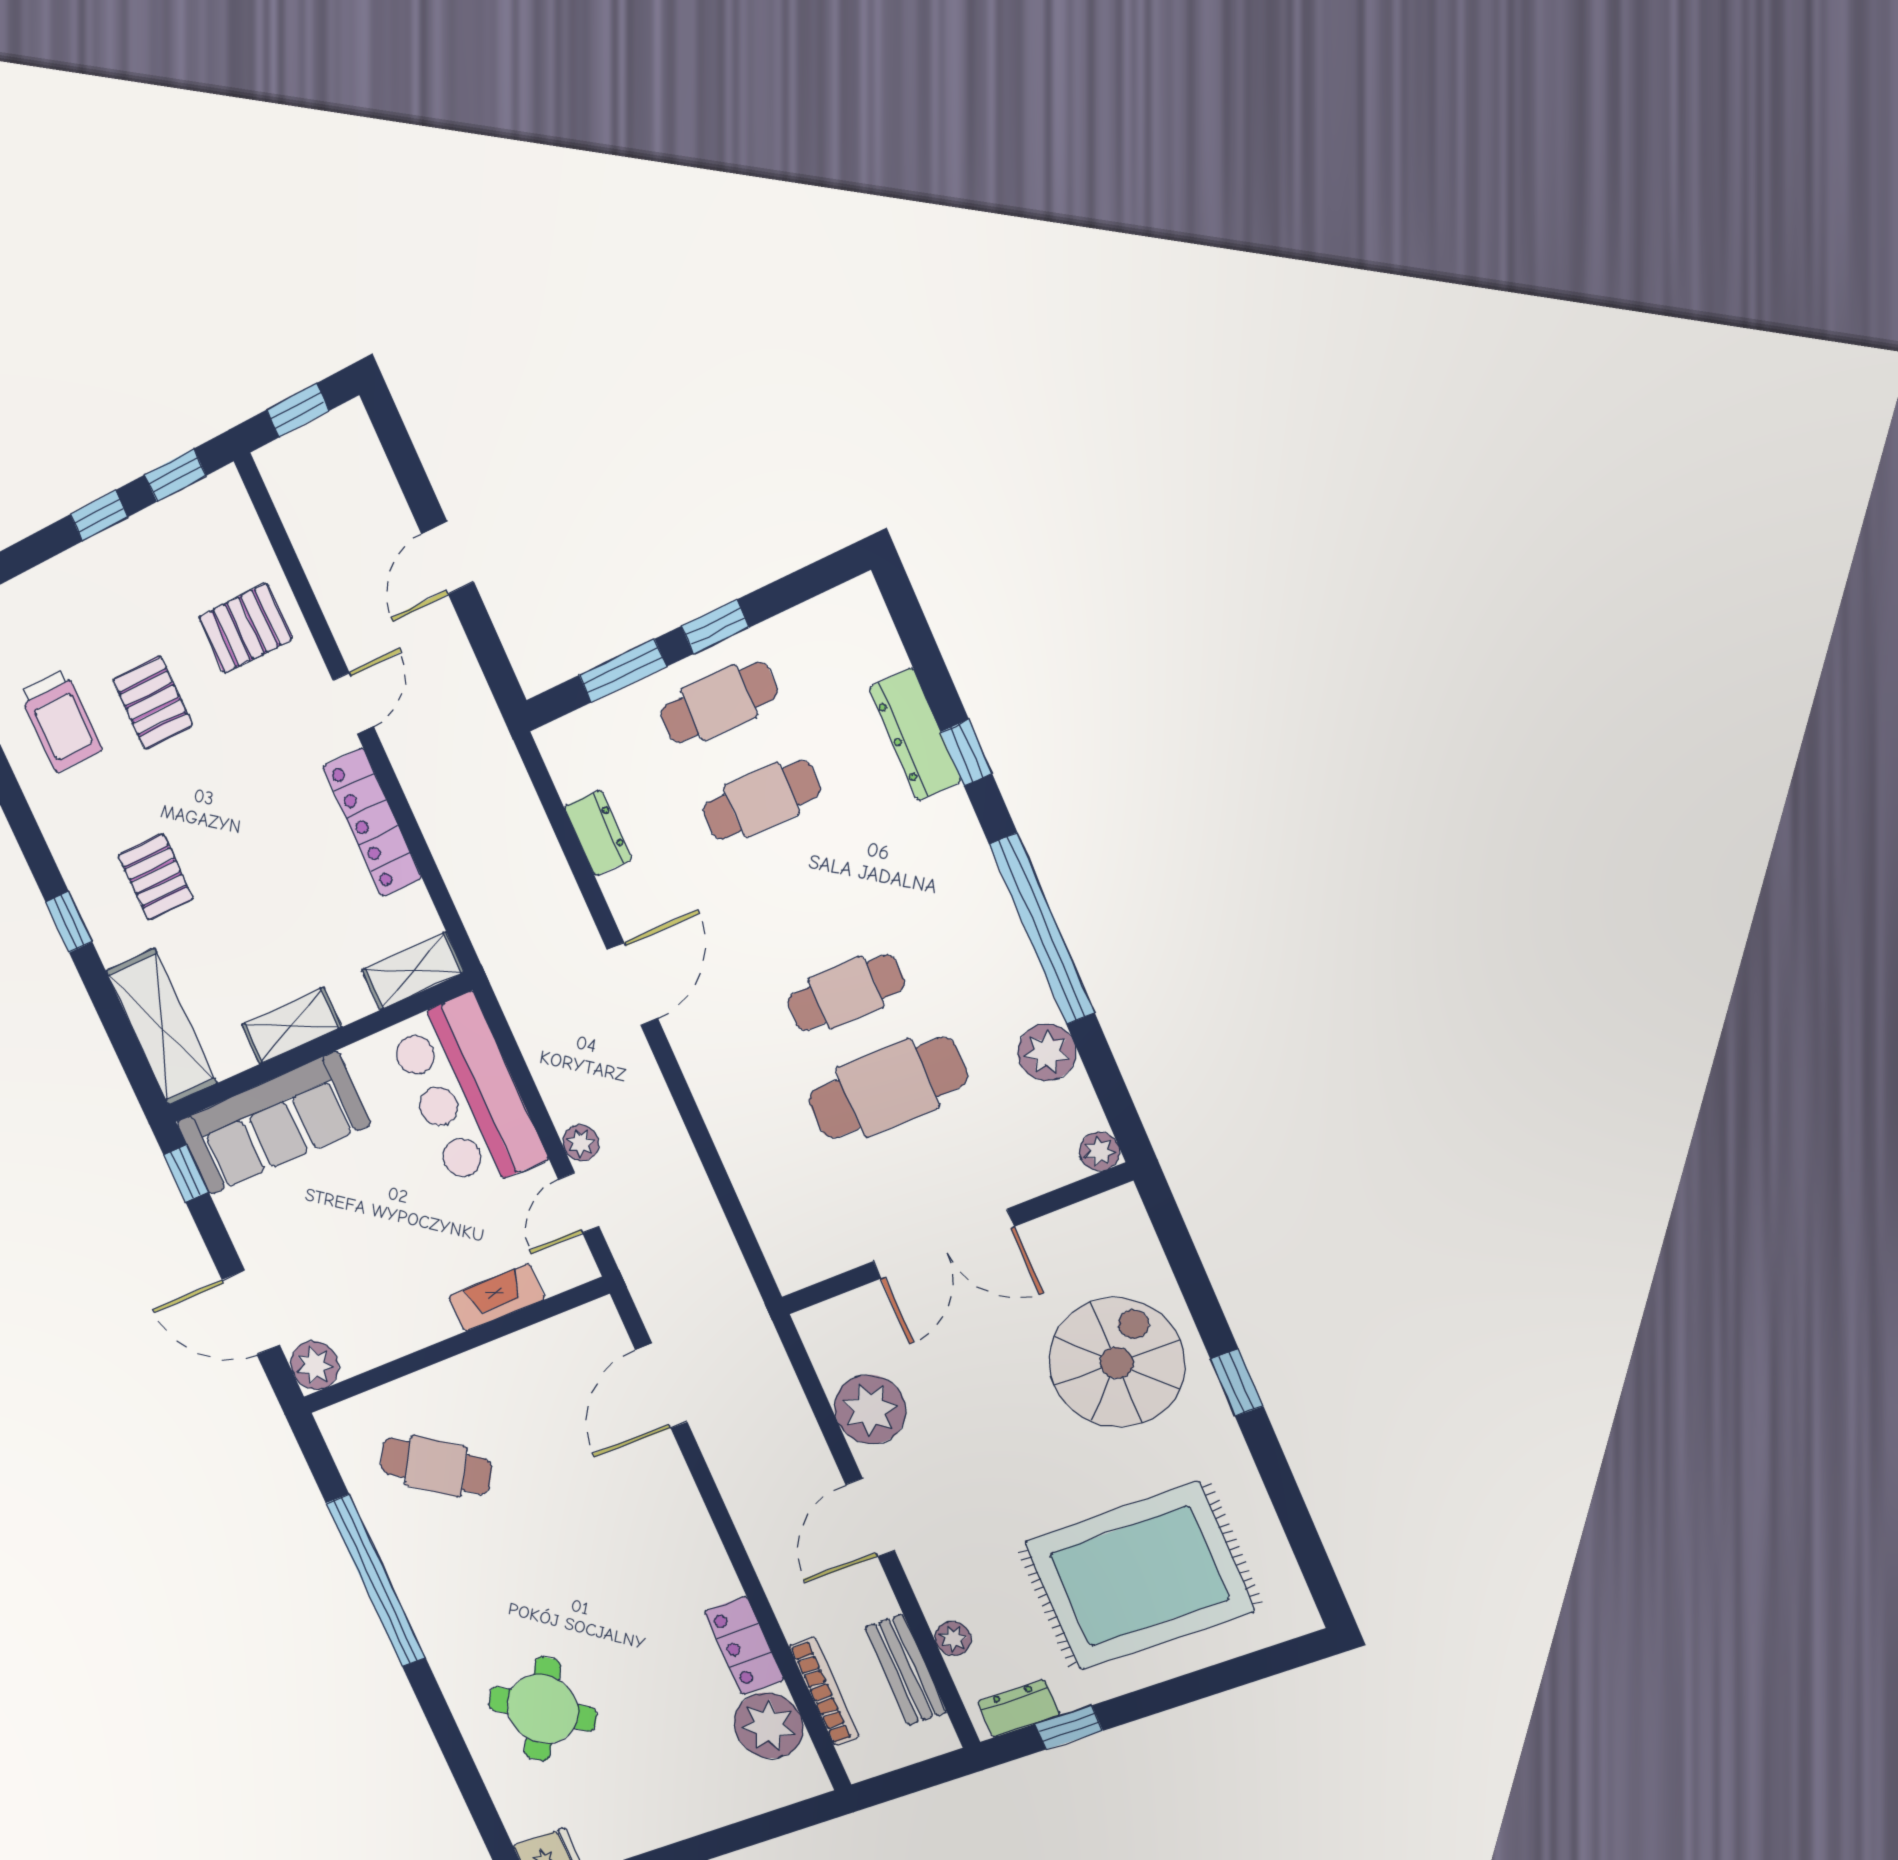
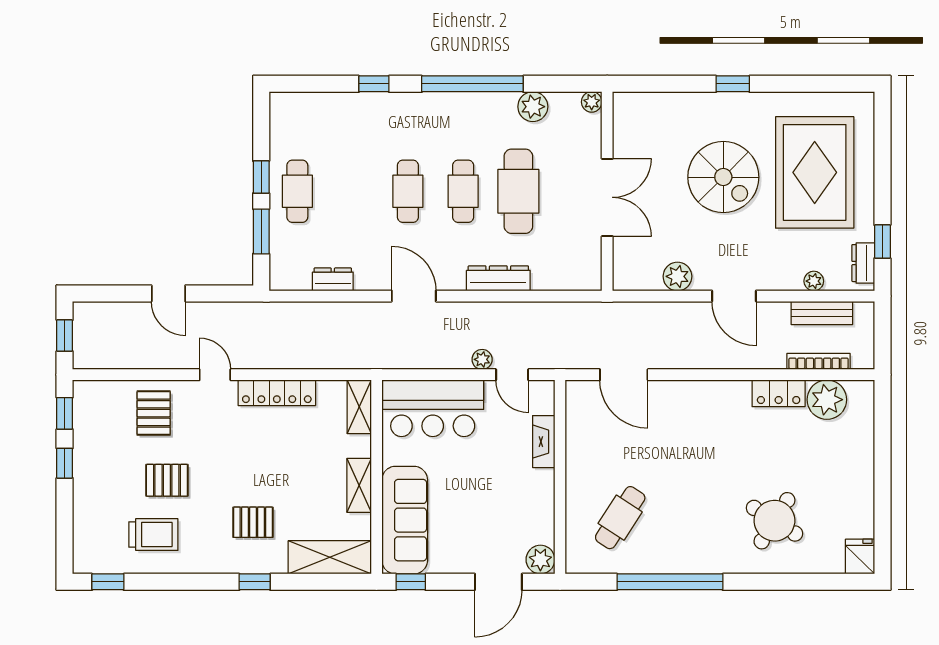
dresser: (915, 734) -> (498, 278), moved, turned 180
cafe table: (762, 800) -> (408, 191), moved
spiral stairs: (1117, 1363) -> (723, 177), moved, turned 180
plant: (870, 1409) -> (677, 276), width x0.73, depth x0.73

